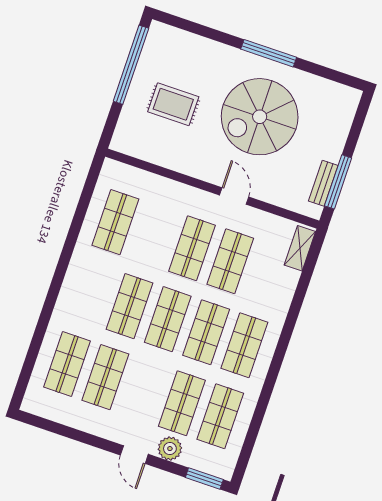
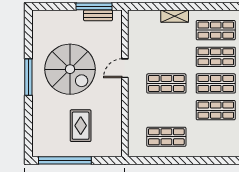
shelving: (300, 248) -> (175, 16), moved
shop shelf: (230, 261) -> (166, 57), removed

